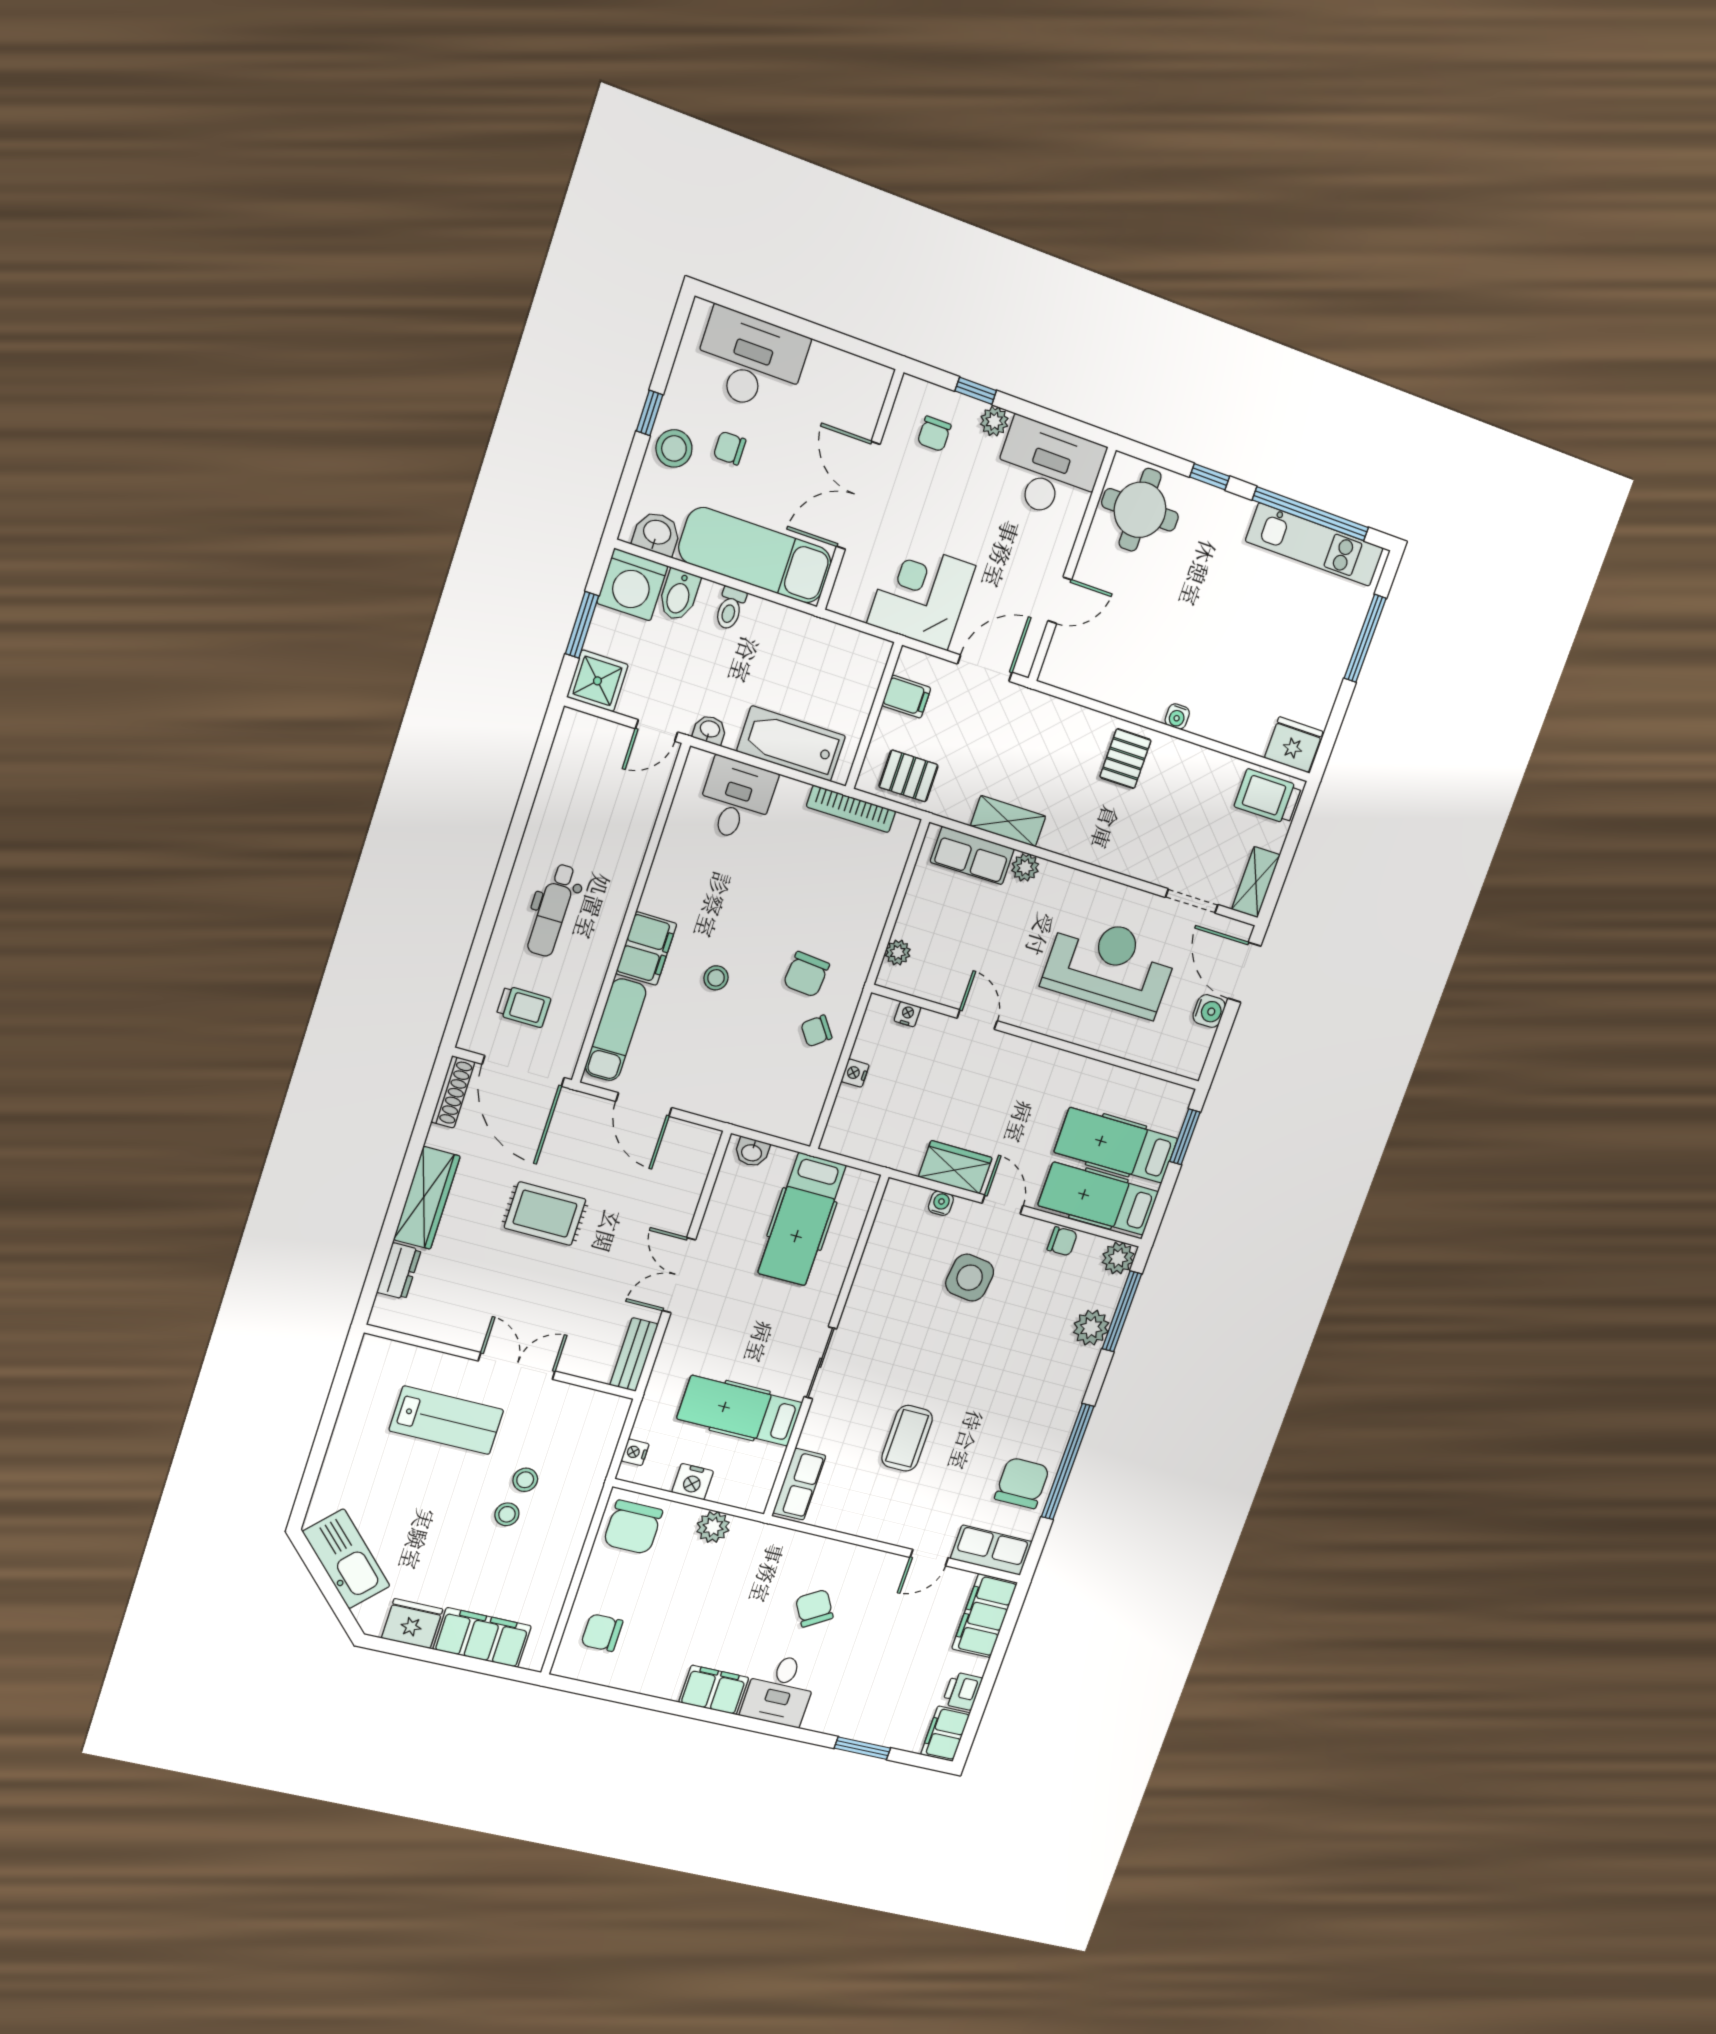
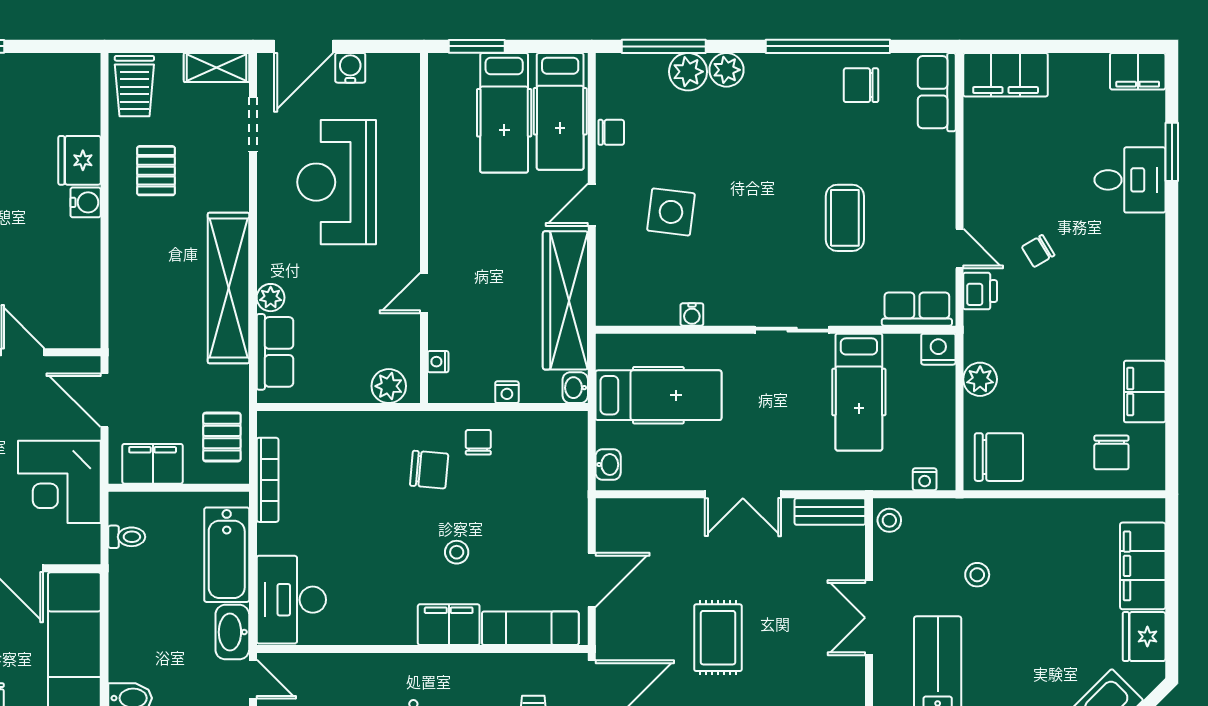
toilet: (730, 608) -> (127, 537), moved
filing cabinet: (906, 697) -> (153, 464), width x2.00
water cooler: (1177, 716) -> (86, 202), width x1.38, depth x1.38
washbasin: (710, 730) -> (232, 632), width x1.91, depth x1.45
fridge: (1294, 745) -> (80, 160), moved
pallet: (1125, 759) -> (156, 171), moved, turned 90
desk: (736, 799) -> (291, 600), width x1.37
shelving: (1008, 821) -> (228, 288), width x2.20, depth x1.33
plant: (898, 953) -> (389, 386), width x1.38, depth x1.38
chair: (816, 1031) -> (478, 442), turned -143
washbasin: (837, 1141) -> (575, 388), added
wardrobe: (955, 1167) -> (565, 300), width x2.10, depth x1.17
water cooler: (941, 1203) -> (692, 314), moved, turned -90
chair: (1062, 1241) -> (611, 132), turned 90
plant: (1118, 1258) -> (727, 70), moved
coffee table: (907, 1438) -> (845, 218), turned 90
nightstand: (693, 1482) -> (938, 349), moved, turned -90
chair: (1022, 1483) -> (861, 85), width x0.73, depth x0.73
stool: (507, 1514) -> (889, 520), moved
door: (929, 1558) -> (959, 249), moved
chair: (814, 1608) -> (1038, 251), width x0.73, depth x0.73
filing cabinet: (714, 1690) -> (1145, 392), moved
desk: (780, 1690) -> (1130, 180), moved
printer: (962, 1691) -> (980, 291), moved, turned -90

